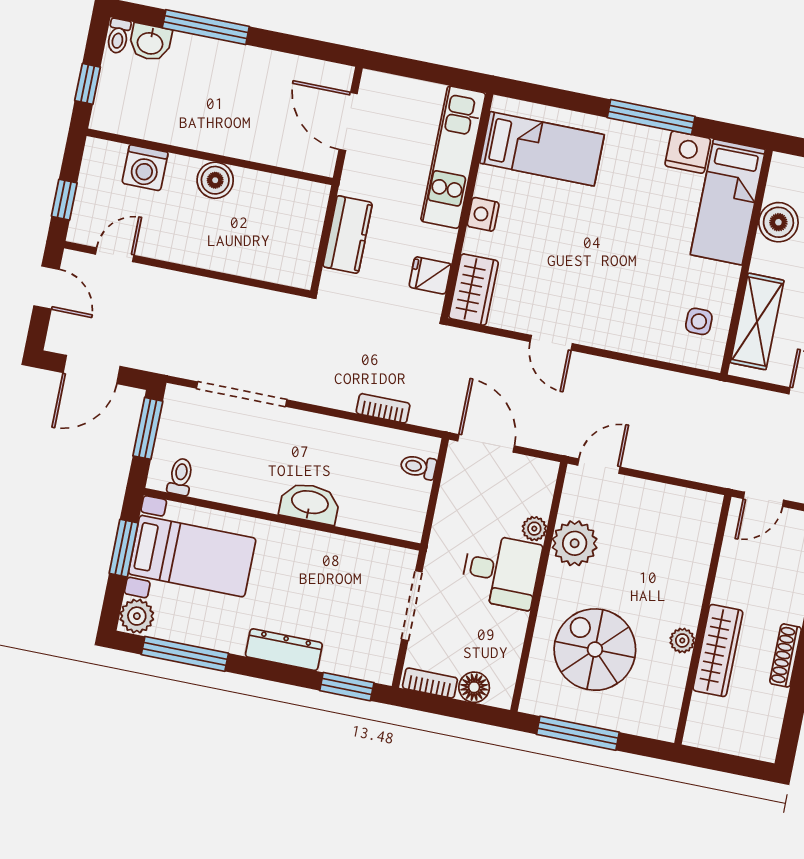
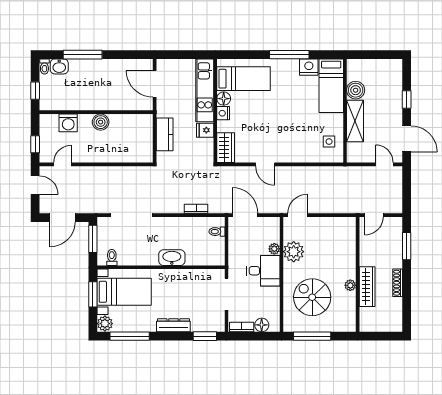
floor lamp: (491, 183) -> (224, 99), added
fridge: (430, 275) -> (205, 130), moved
shelving: (757, 321) -> (355, 121), moved

